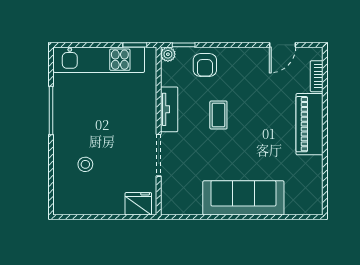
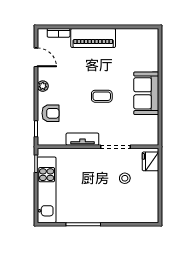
plant: (168, 54) -> (43, 86), moved
coffee table: (218, 115) -> (102, 96), moved
stool: (85, 164) -> (125, 178), moved
sofa: (243, 198) -> (146, 93), width x0.73

